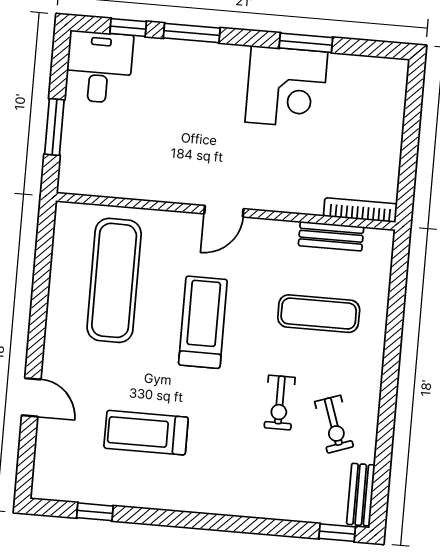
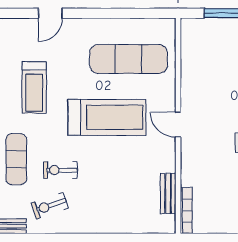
exercise mat: (319, 314) -> (16, 159), moved
treadmill: (203, 322) -> (107, 117), width x1.37, depth x1.38
treadmill: (146, 433) -> (34, 88), turned 180

